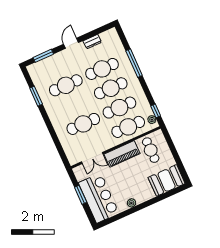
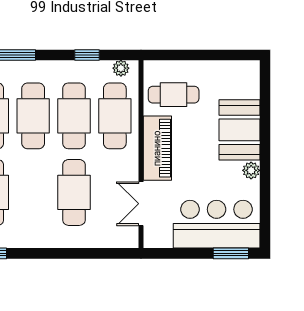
window: (156, 111) -> (87, 55), moved
double door: (92, 158) -> (141, 204), swing flipped
booth: (167, 180) -> (239, 130), moved
window: (81, 195) -> (231, 253), moved

